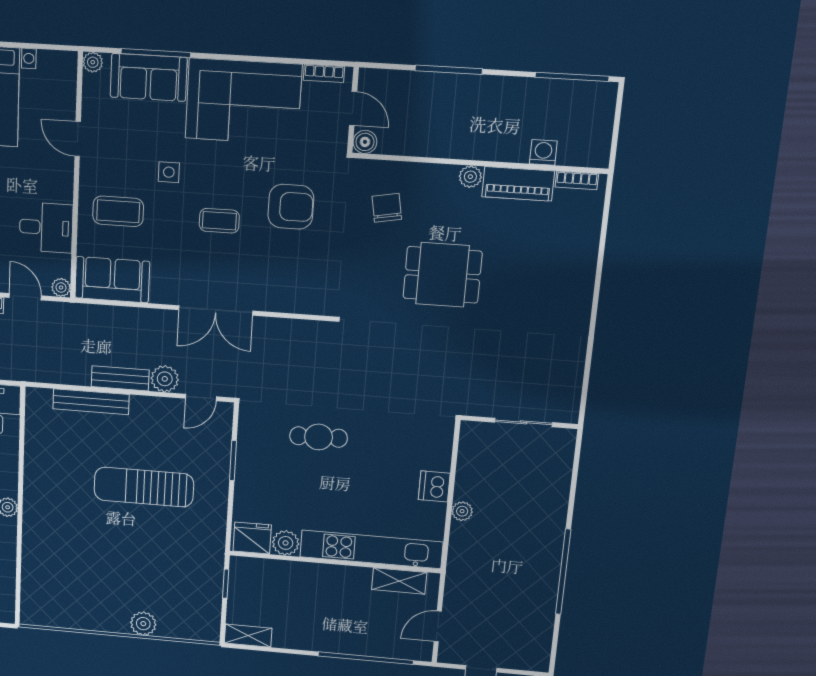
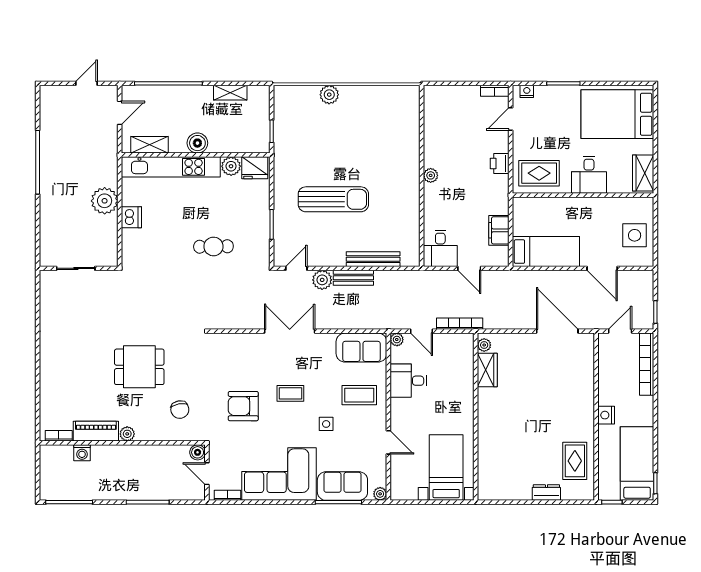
plant: (462, 511) -> (105, 201), width x1.88, depth x1.88
boiler: (331, 577) -> (197, 143), added
shelving: (248, 636) -> (230, 93), moved

